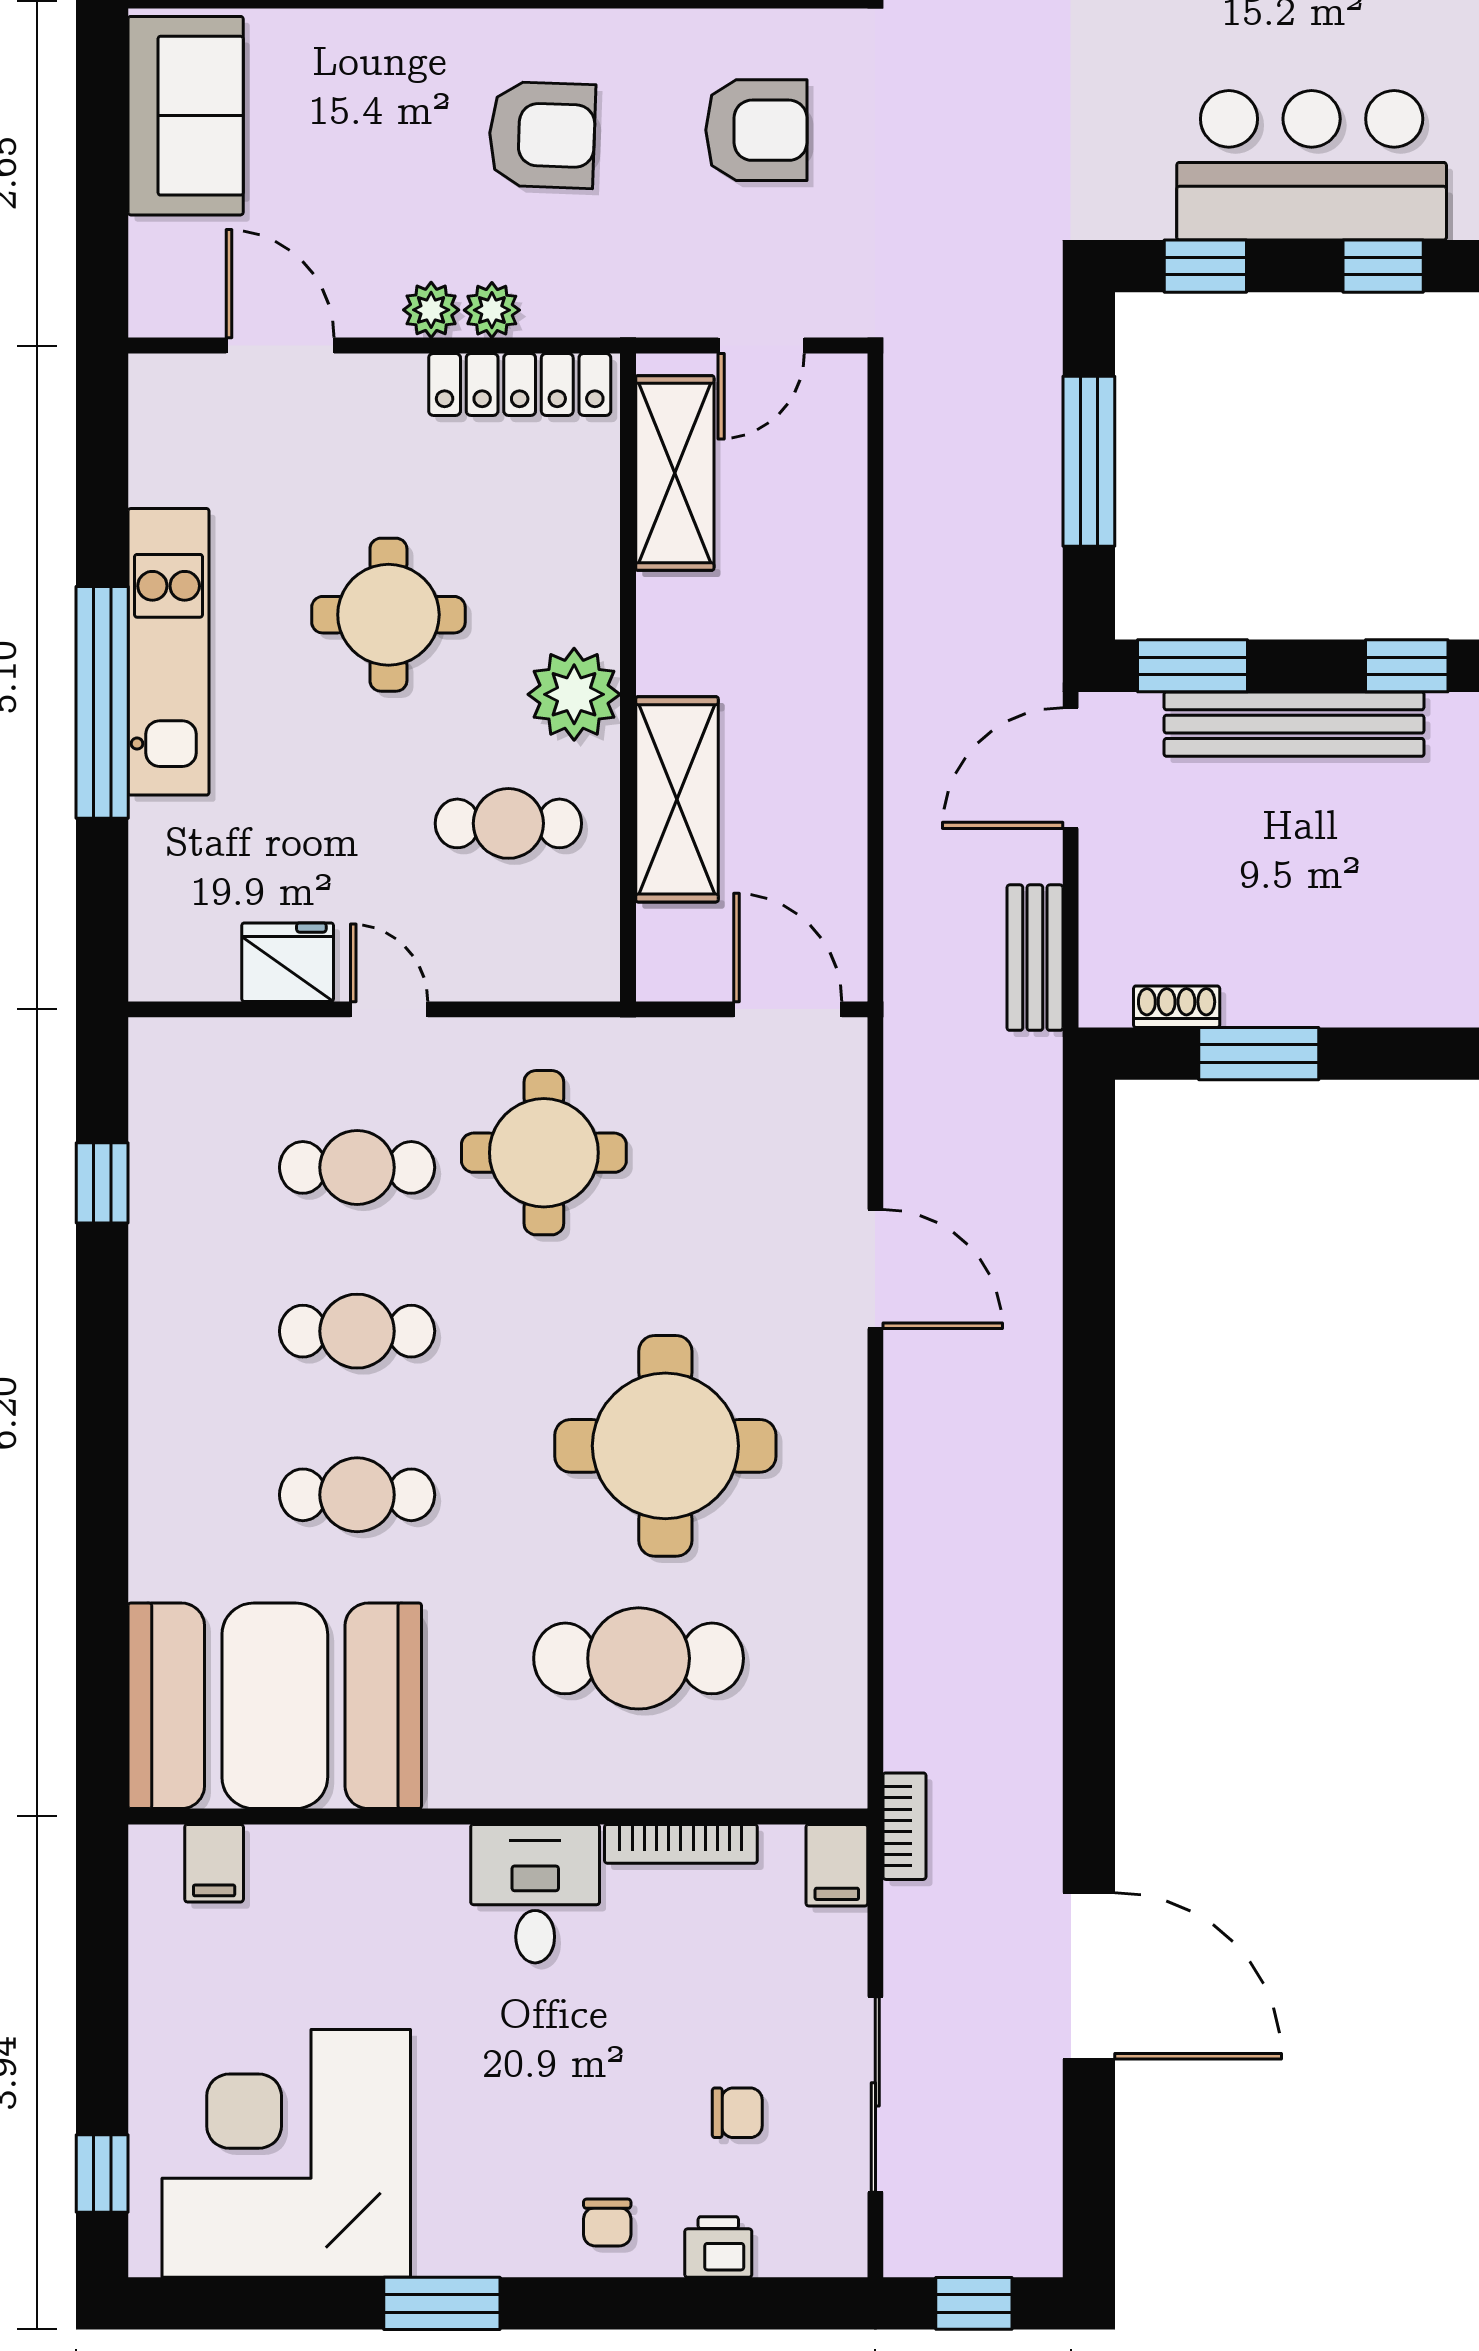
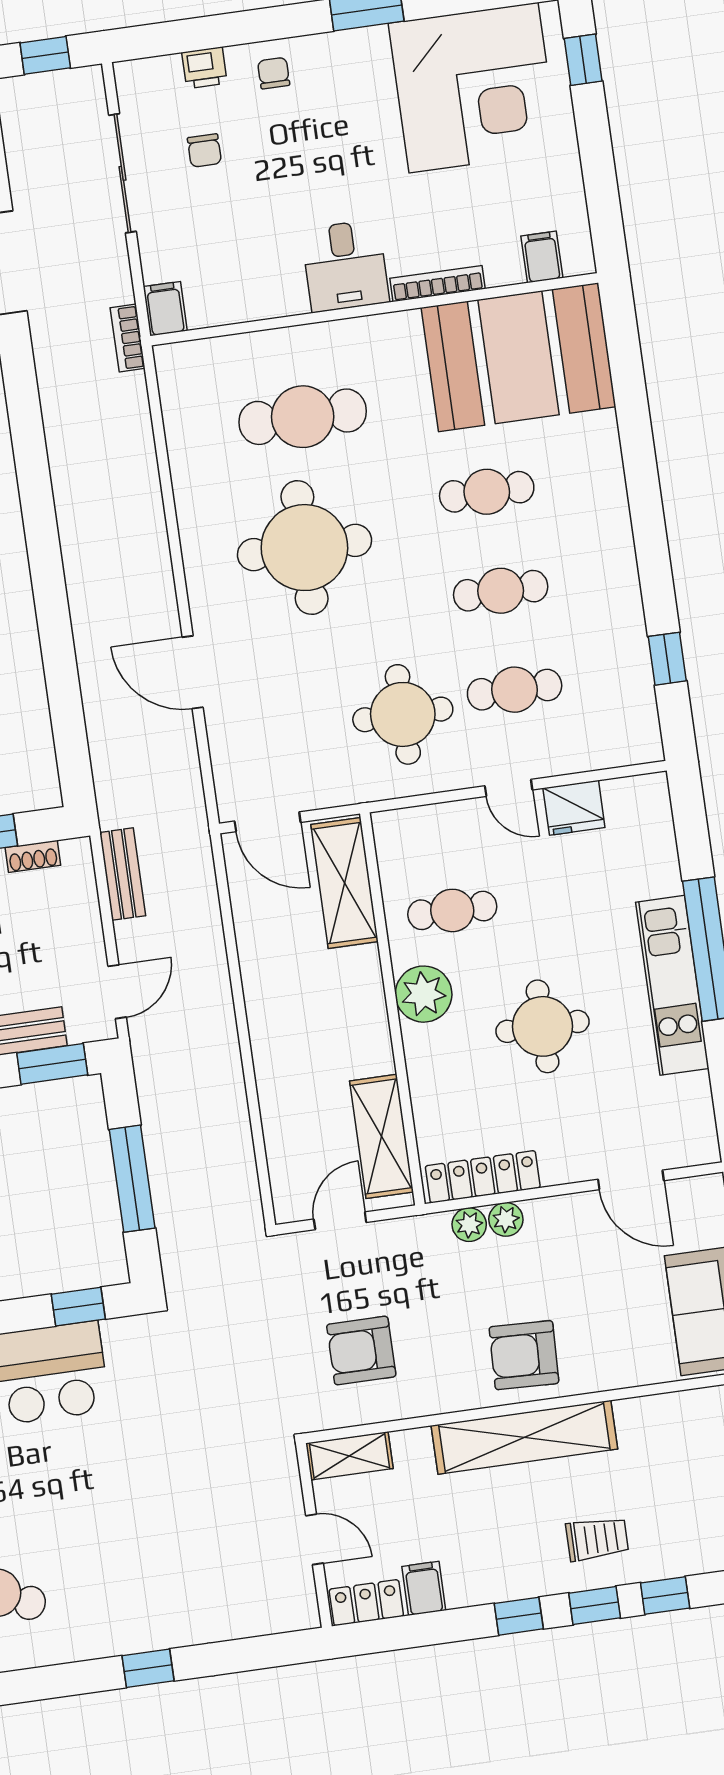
armchair: (542, 135) -> (524, 1355), moved
plant: (431, 310) -> (469, 1225), moved
door: (1071, 768) -> (117, 992), width x0.73
shelving: (677, 799) -> (345, 883), moved
bookcase: (681, 1844) -> (437, 284), moved
chair: (737, 2113) -> (204, 150), turned -90

